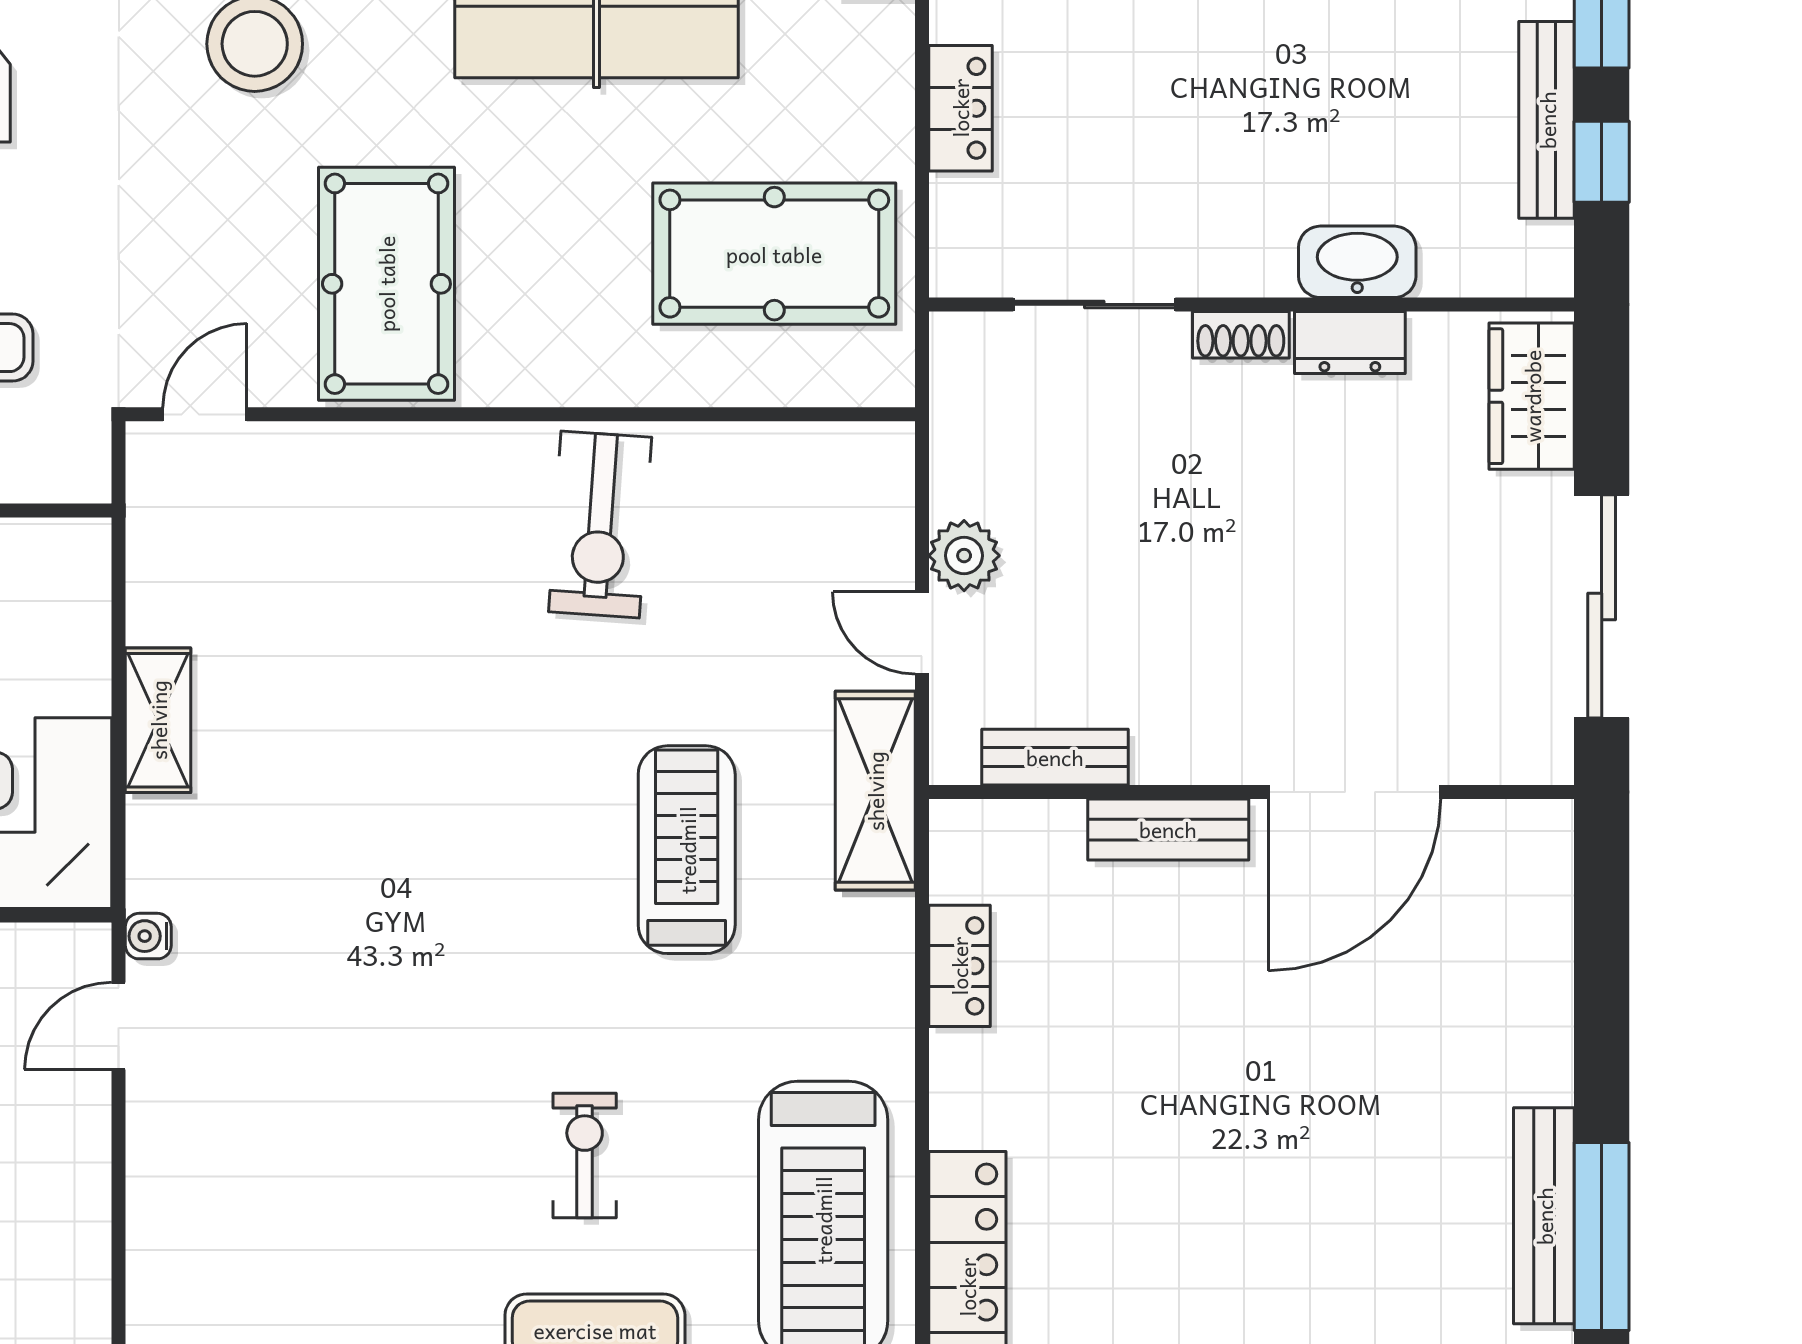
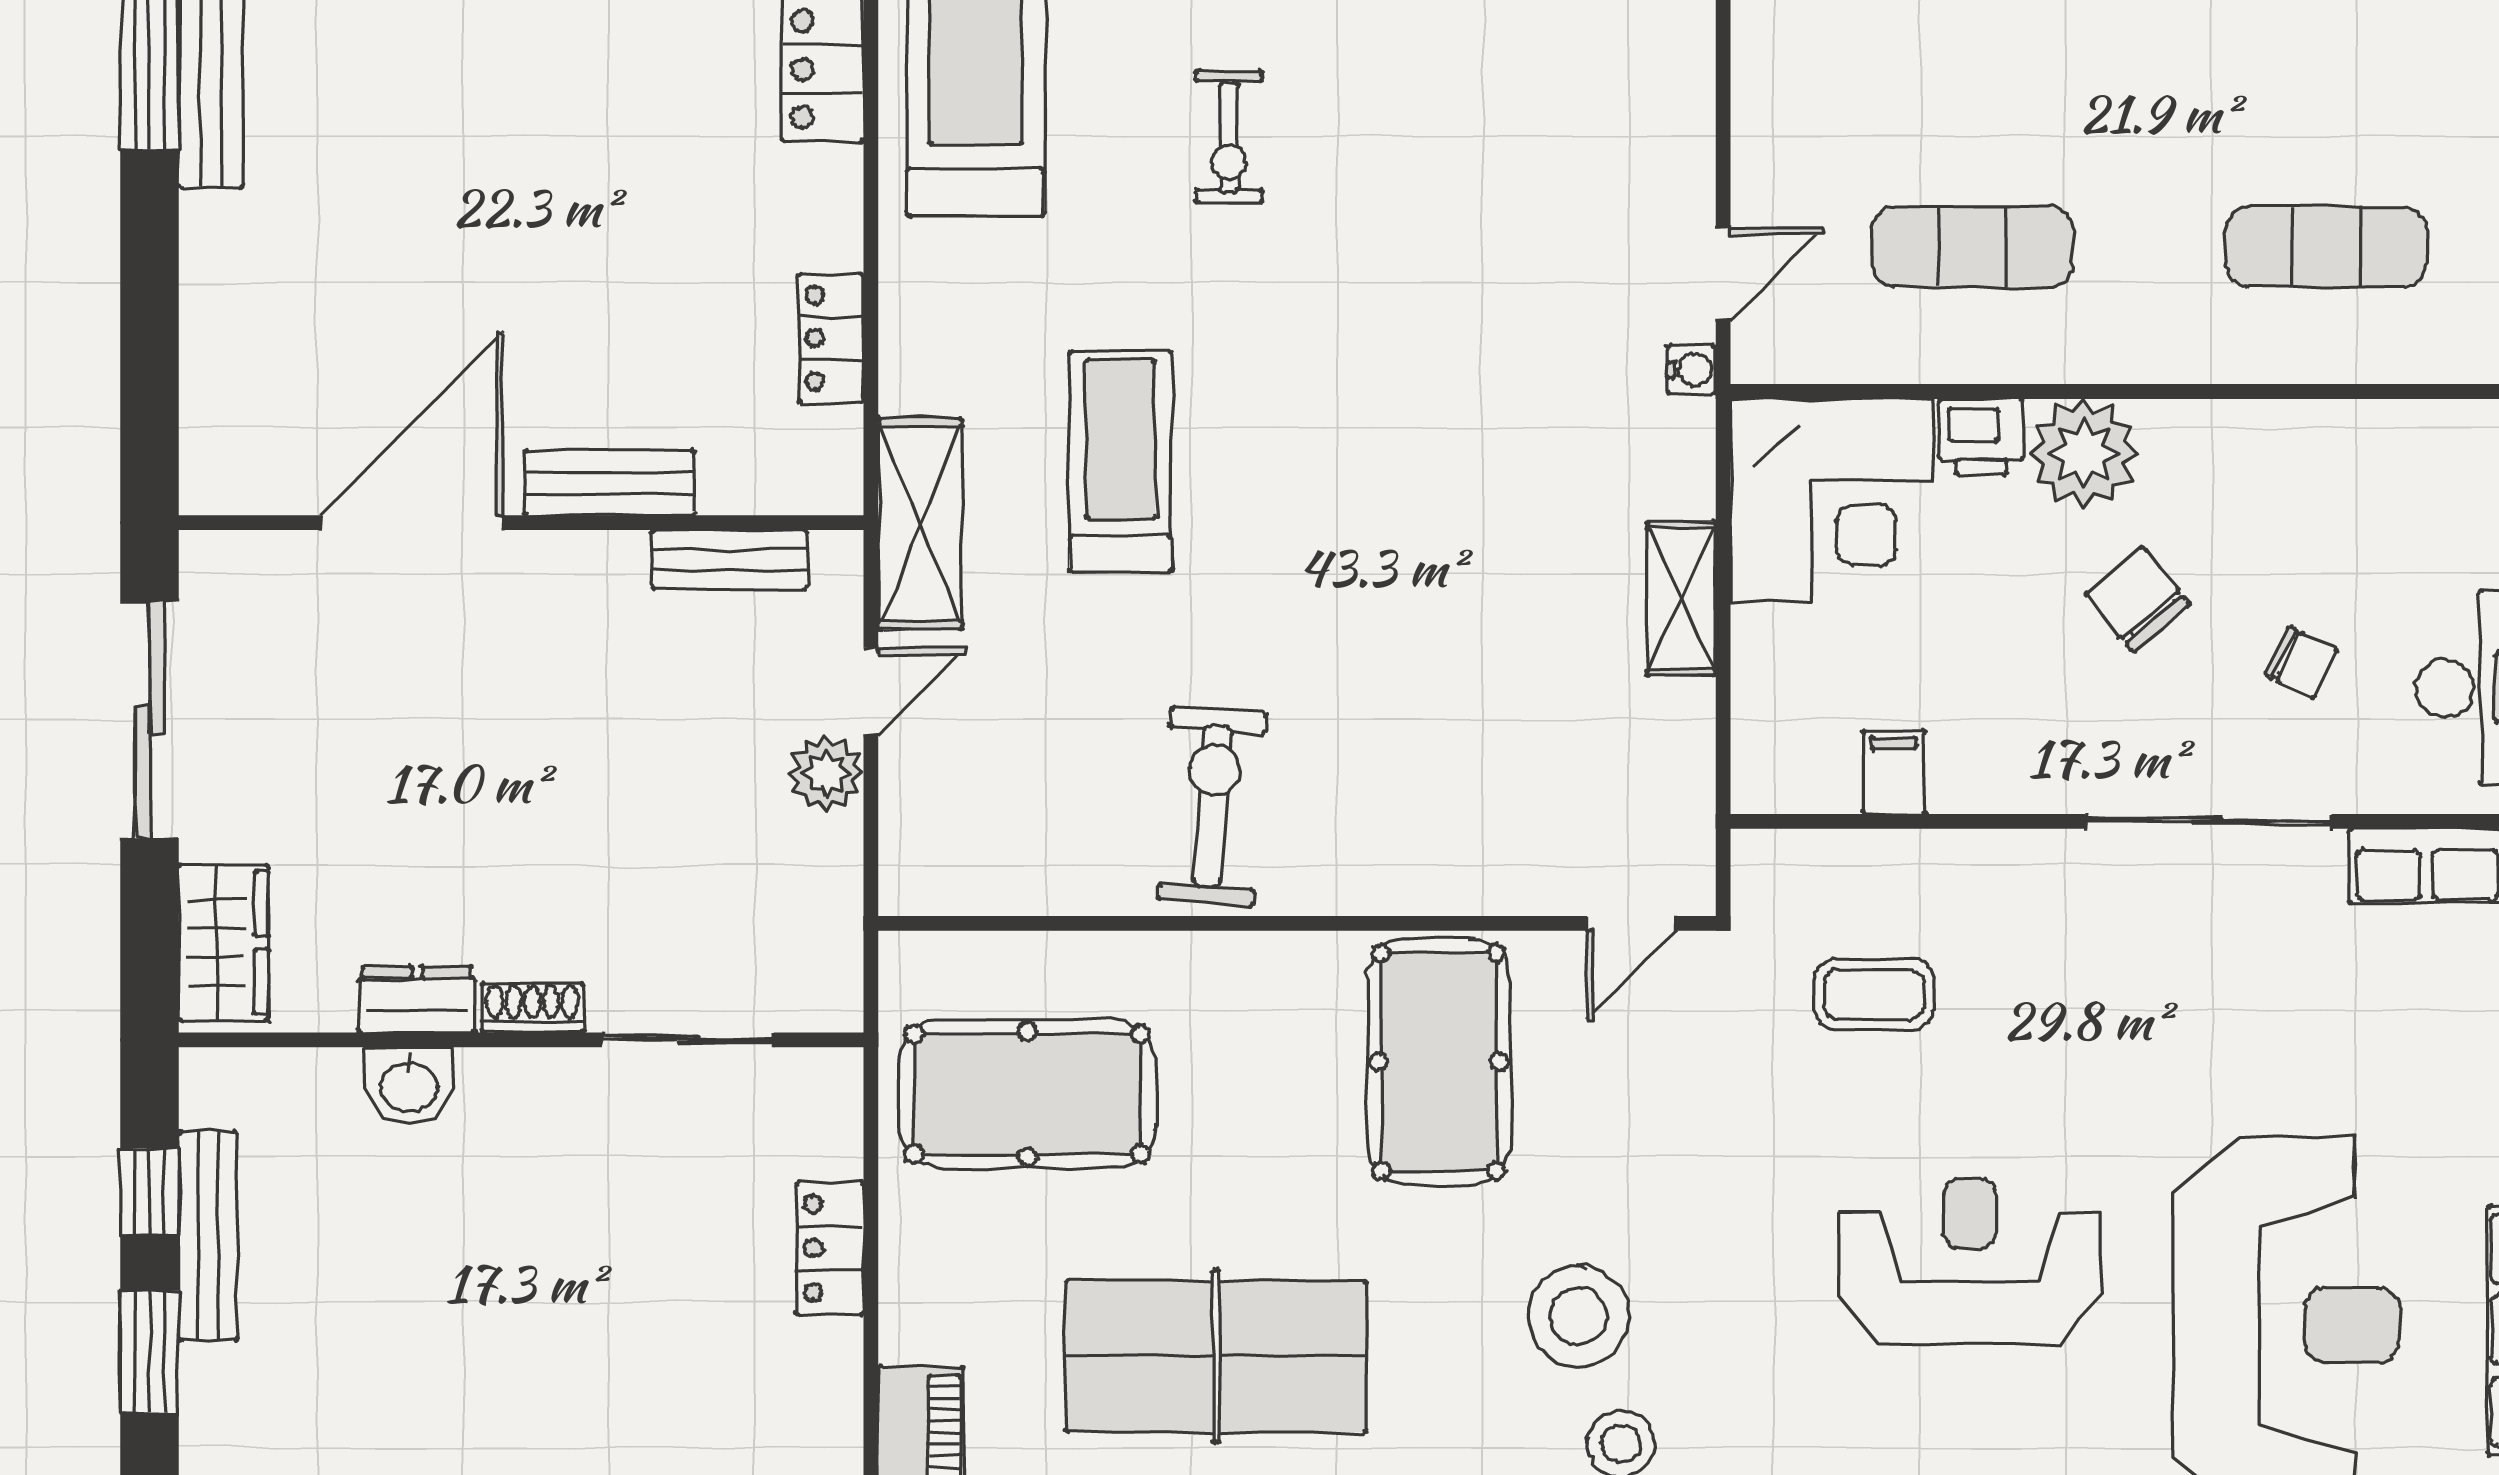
washbasin: (1357, 262) -> (409, 1085), width x0.72
door: (922, 633) -> (871, 691), hinge flipped
treadmill: (687, 850) -> (1120, 461), turned 180

